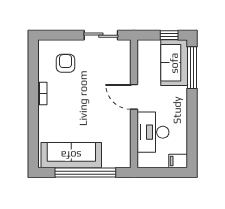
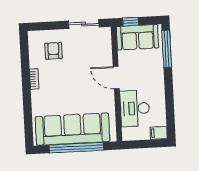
window: (169, 35) -> (131, 22), moved
sofa: (174, 63) -> (137, 37), moved, turned -90
sofa: (71, 155) -> (72, 129), width x1.36, depth x1.27

